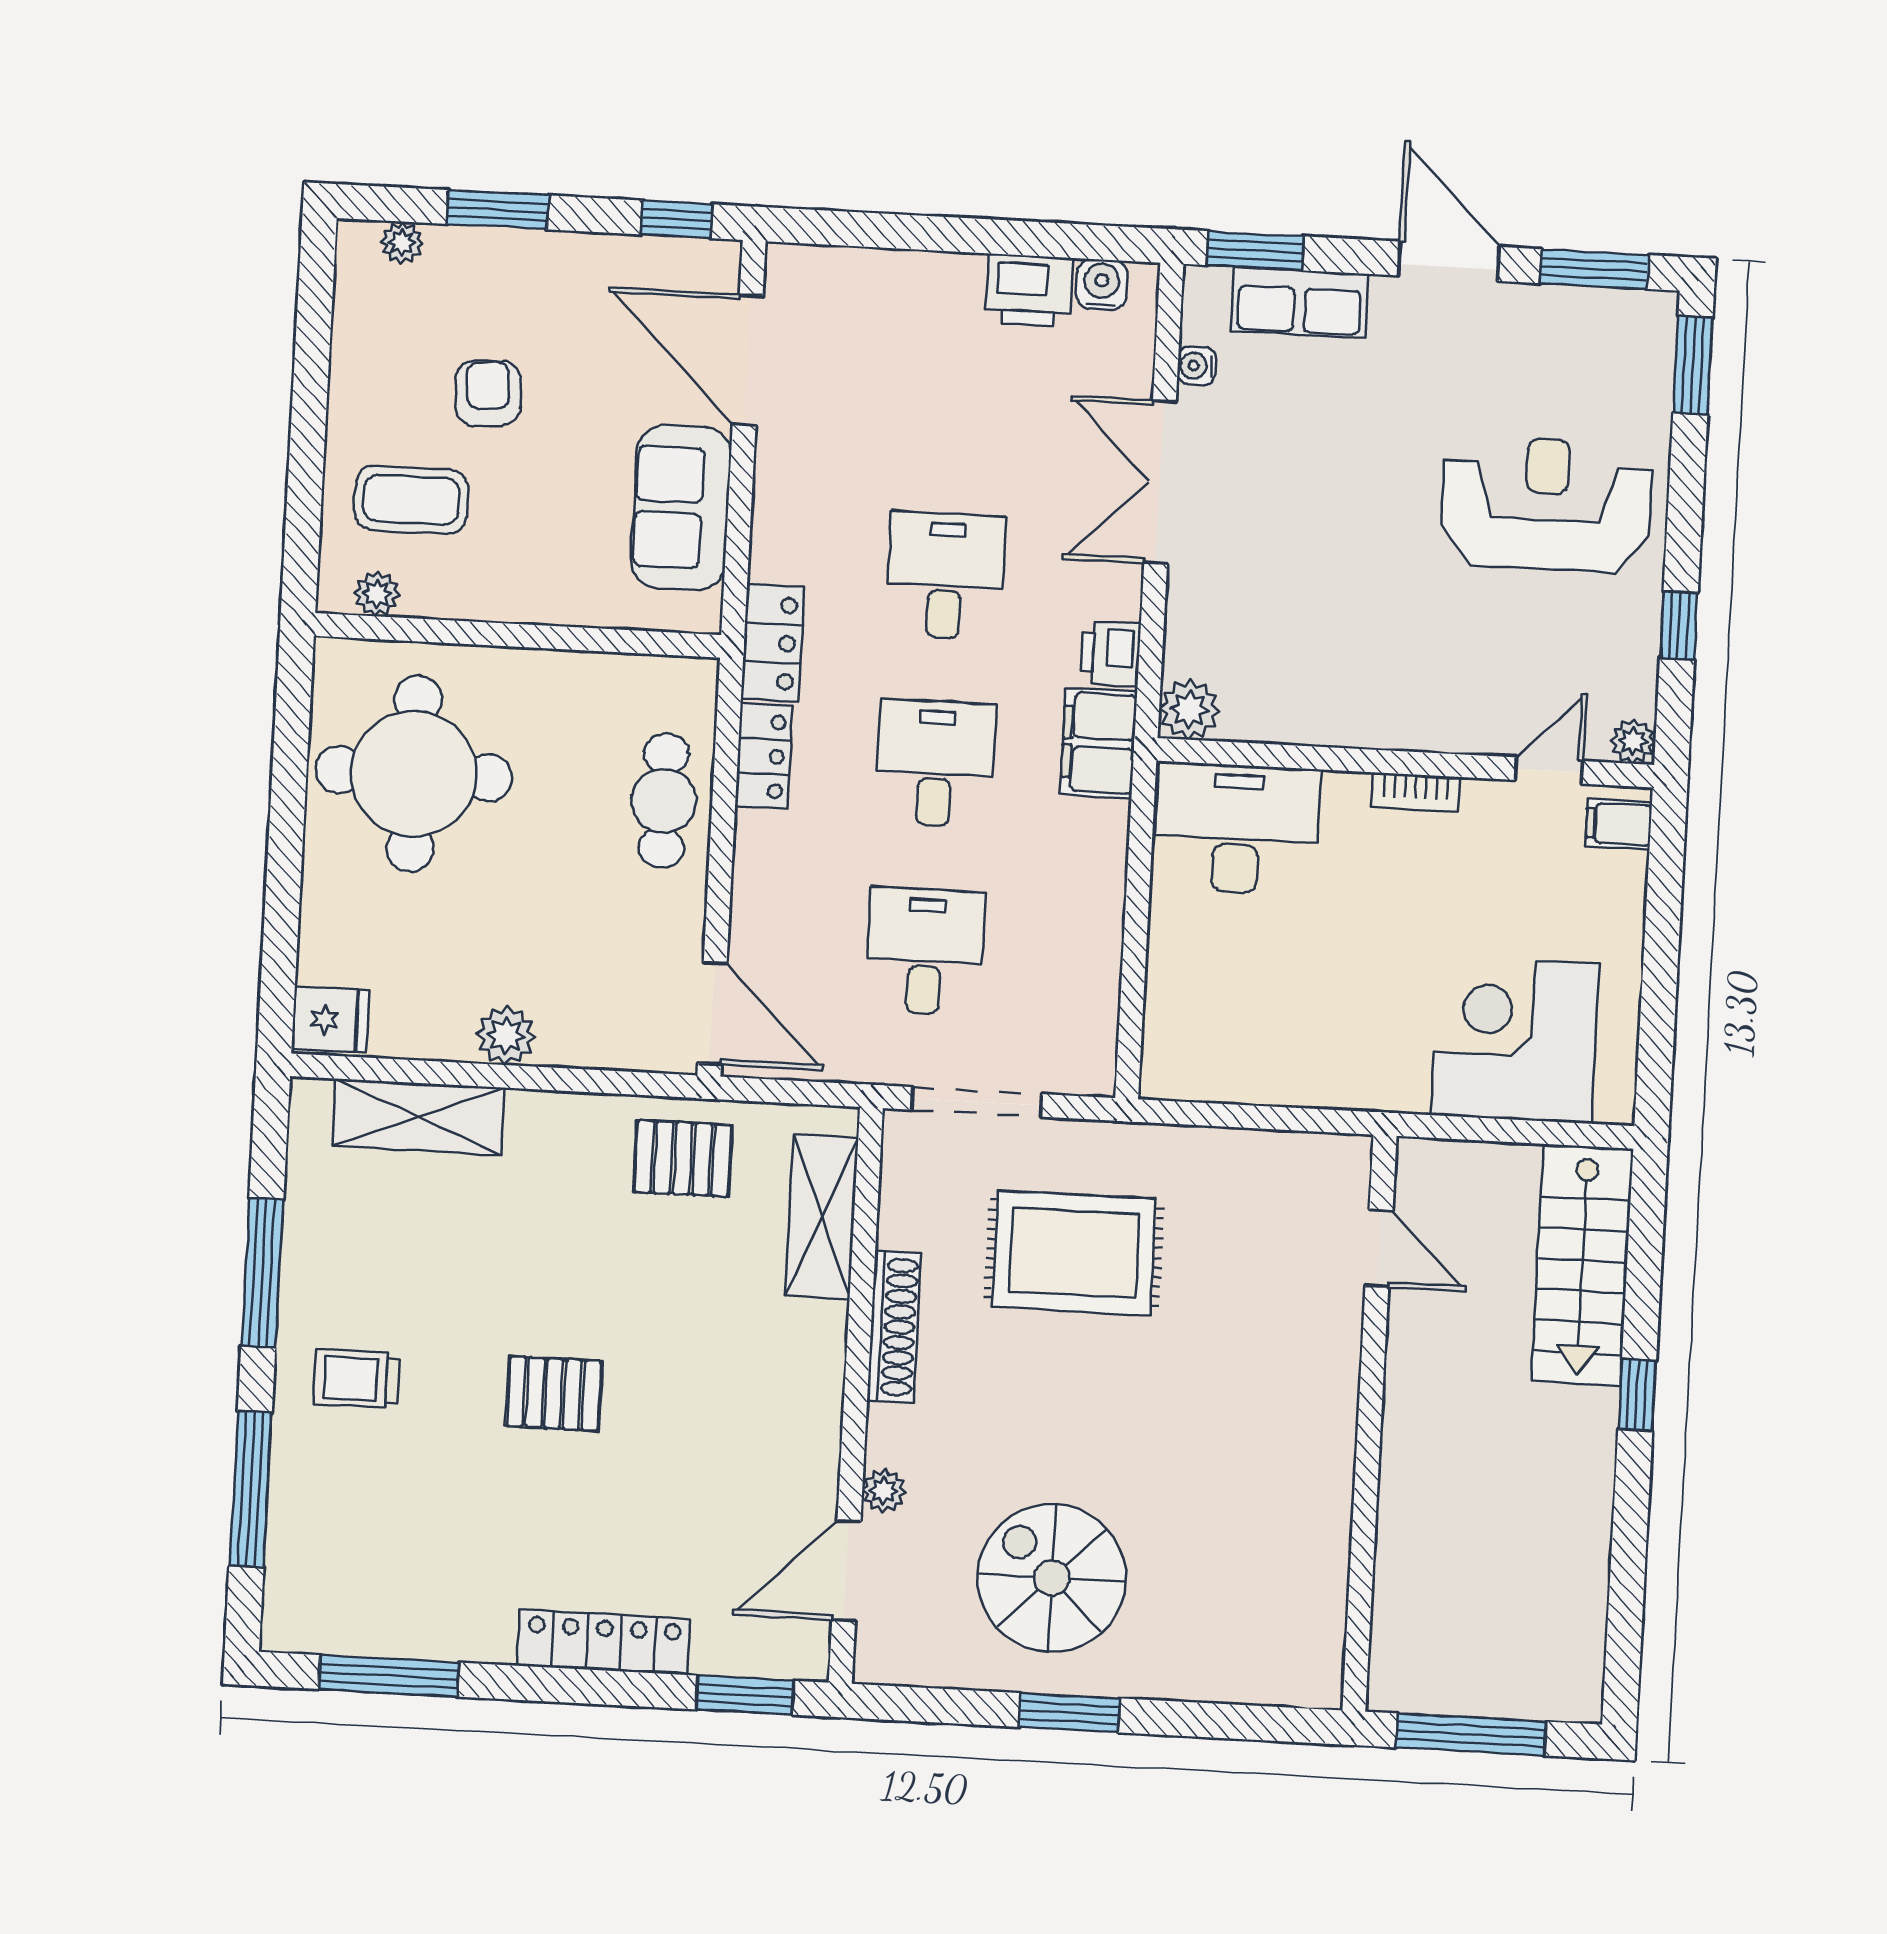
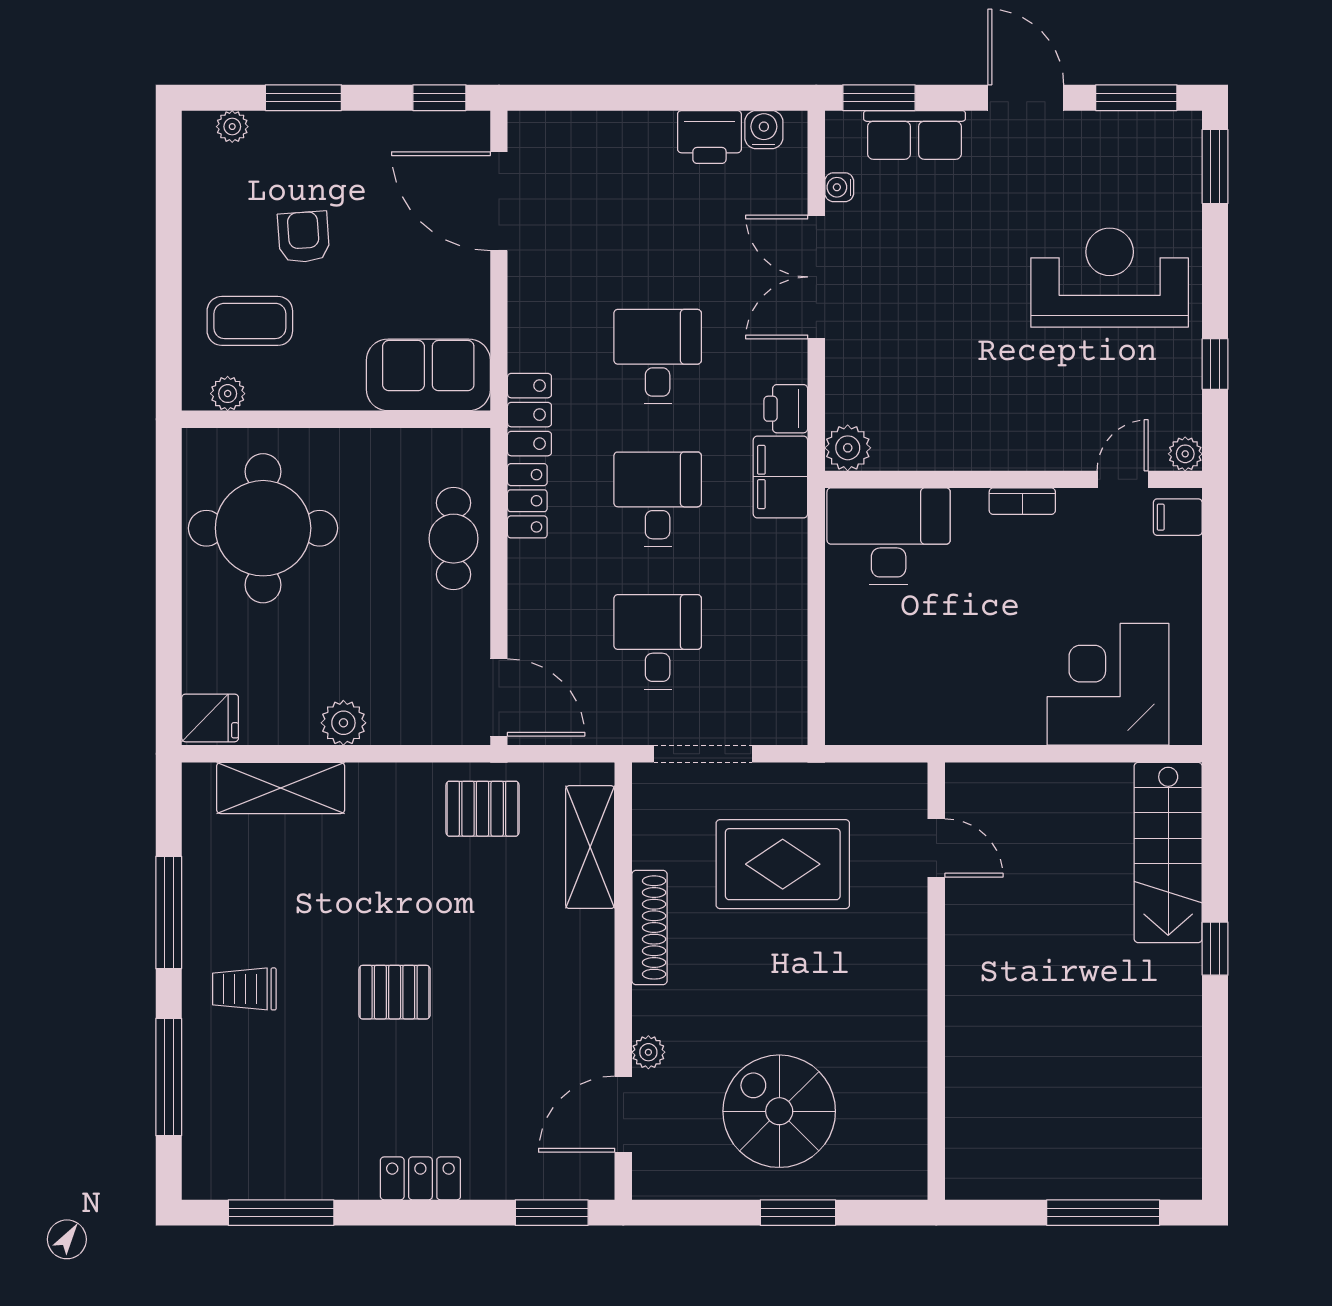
sofa: (681, 508) -> (428, 375), moved, turned 90
door: (1379, 1248) -> (936, 848), moved
wall: (1369, 1423) -> (936, 981), moved
locker: (604, 1642) -> (420, 1178), width x0.66

